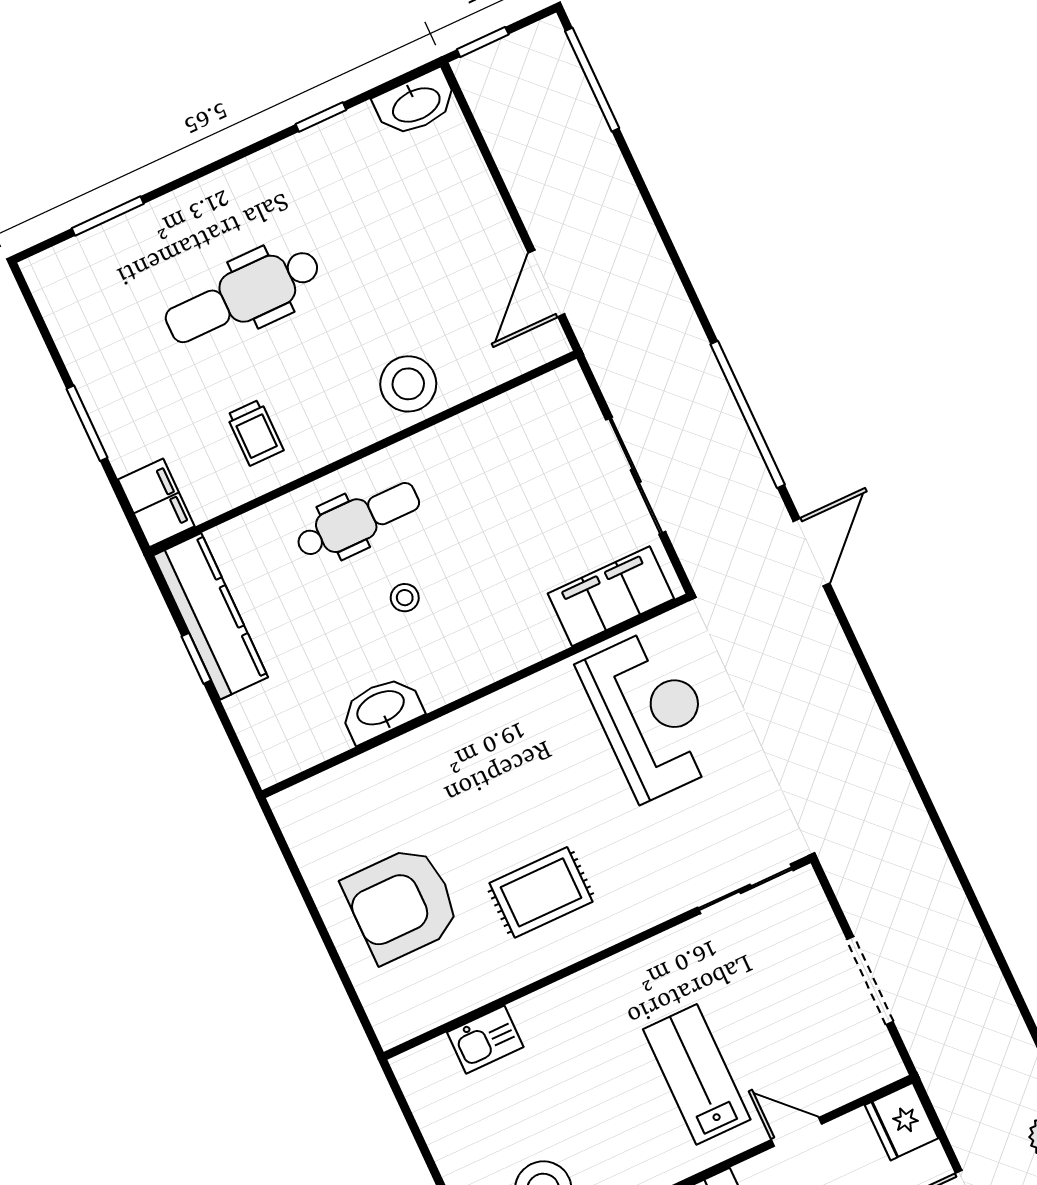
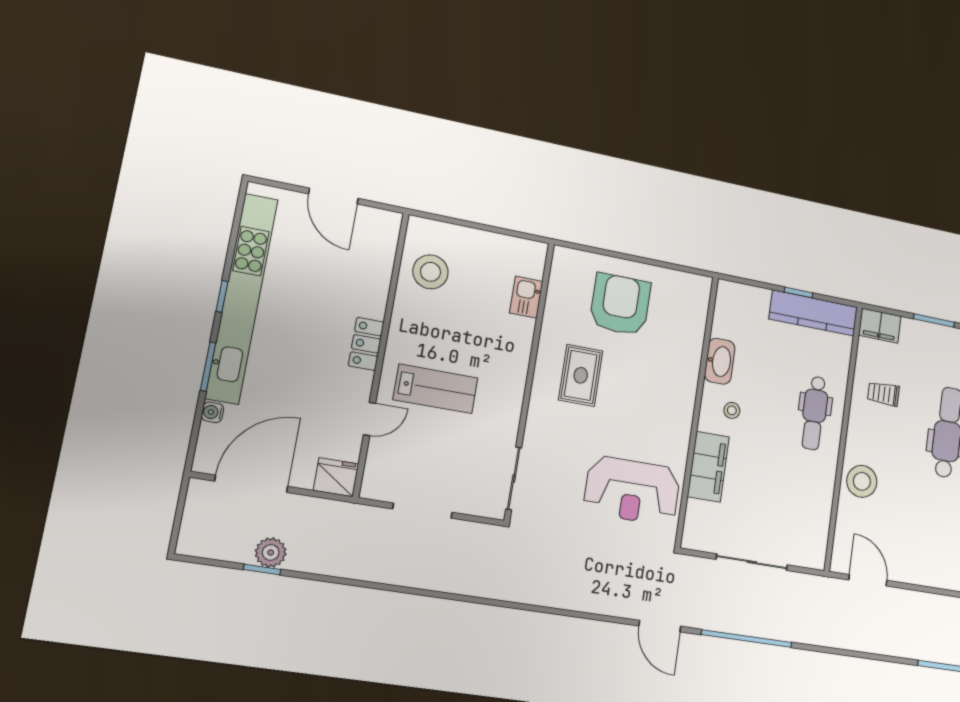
filing cabinet: (611, 596) -> (708, 467), moved
stool: (405, 598) -> (732, 410), moved

